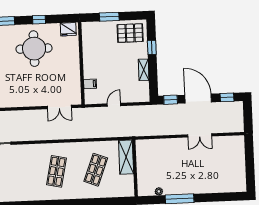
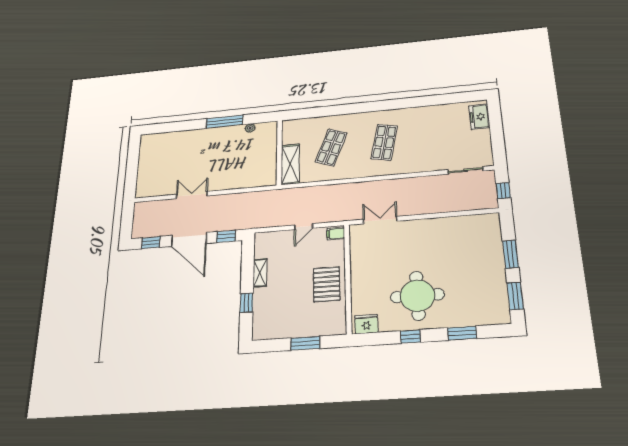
pallet: (130, 33) -> (327, 284), moved, turned 90
filing cabinet: (90, 84) -> (336, 234), moved

